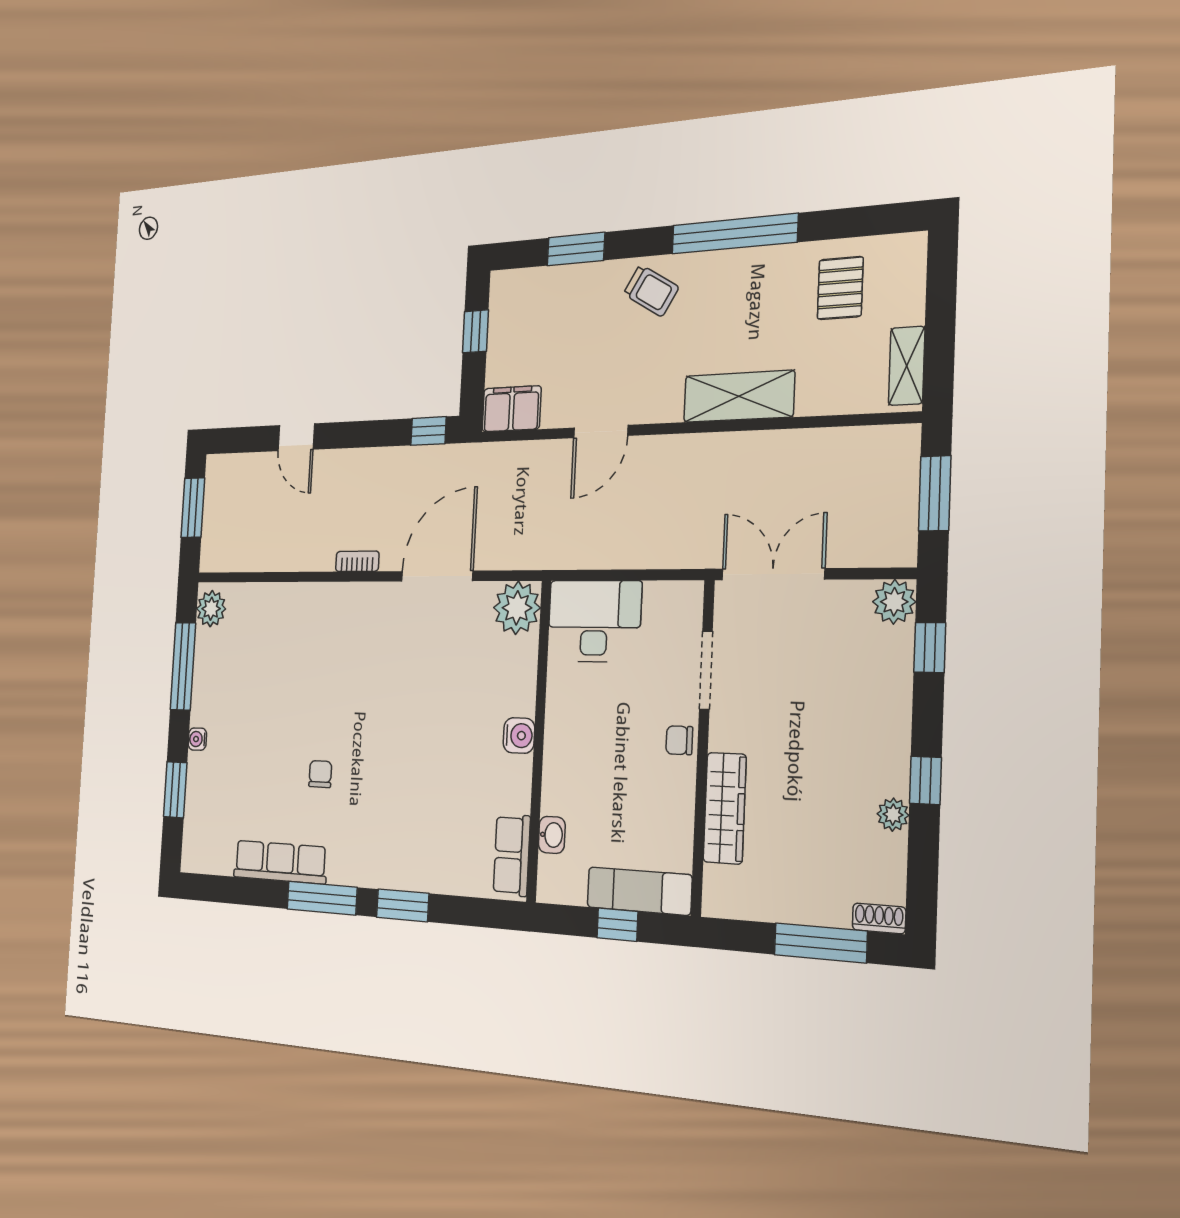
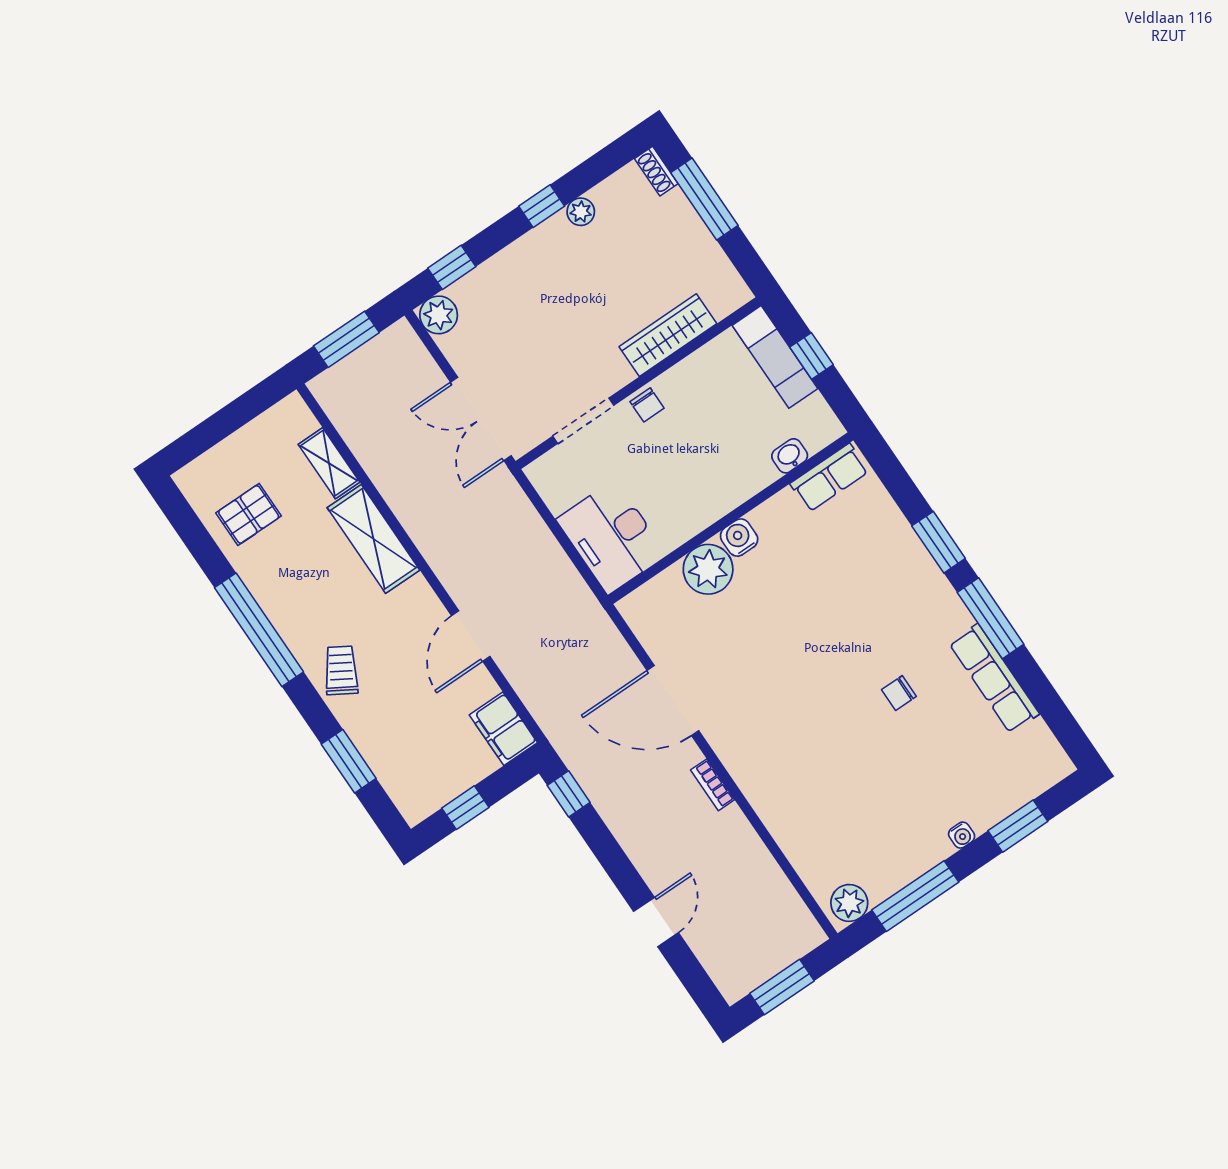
shelving: (907, 366) -> (329, 463), moved, turned 90
door: (601, 432) -> (471, 636), swing flipped
plant: (517, 608) -> (708, 569), moved

